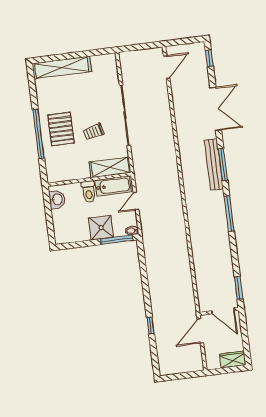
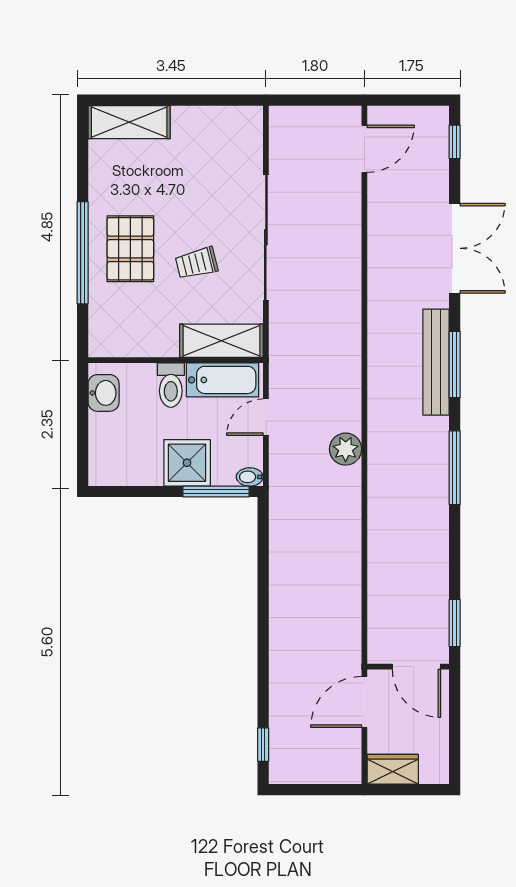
shelving: (62, 67) -> (129, 122), width x0.68
plant: (176, 211) -> (346, 449), added
window: (151, 325) -> (263, 745), moved
wardrobe: (233, 360) -> (393, 769), moved

